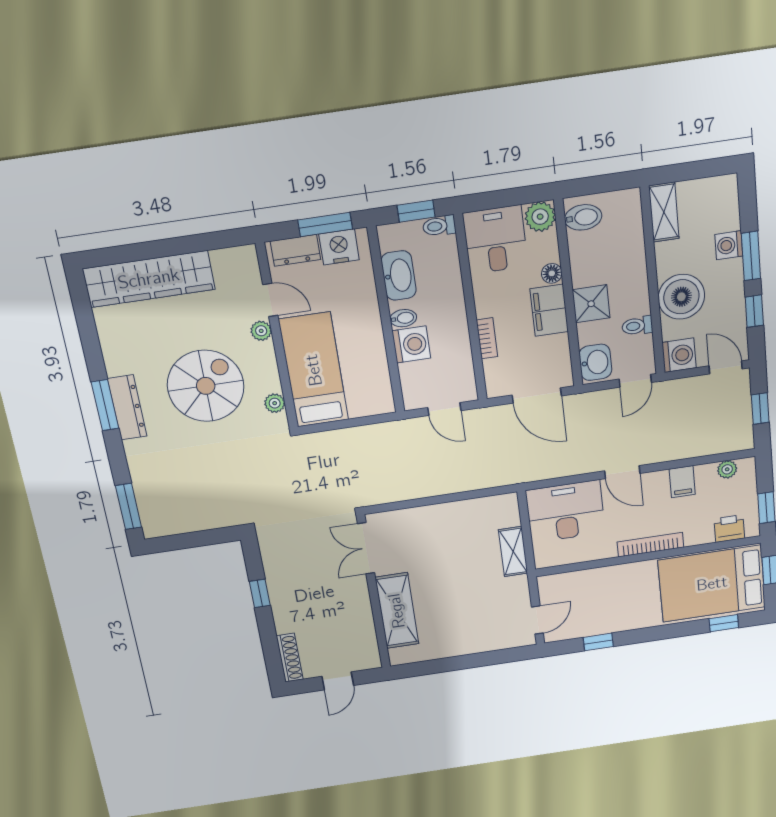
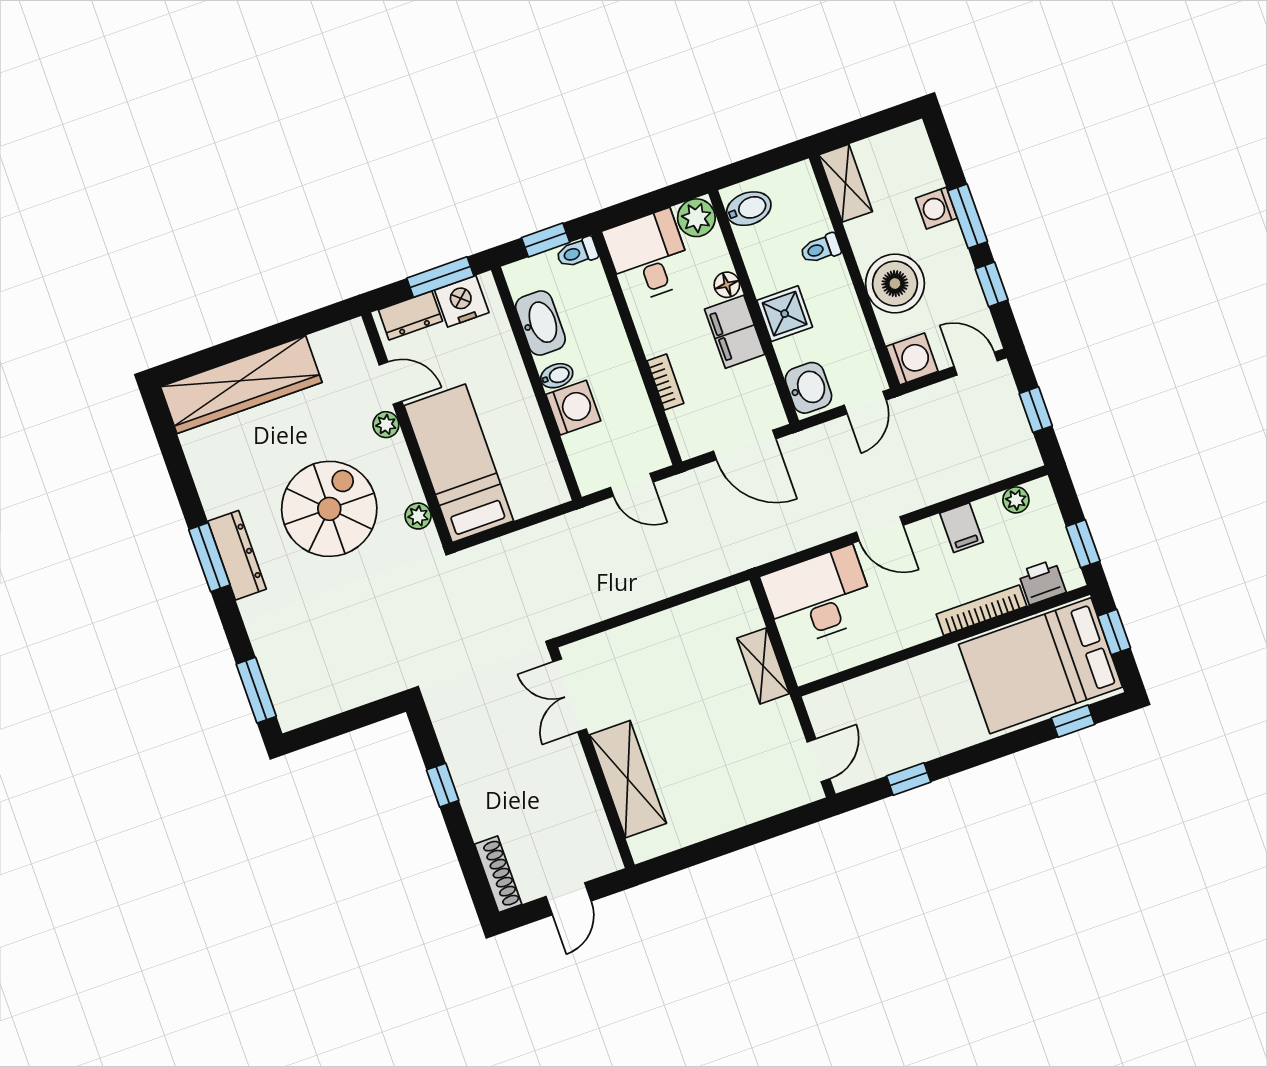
toilet: (637, 326) -> (820, 249), moved
bookcase: (651, 545) -> (981, 610), moved

